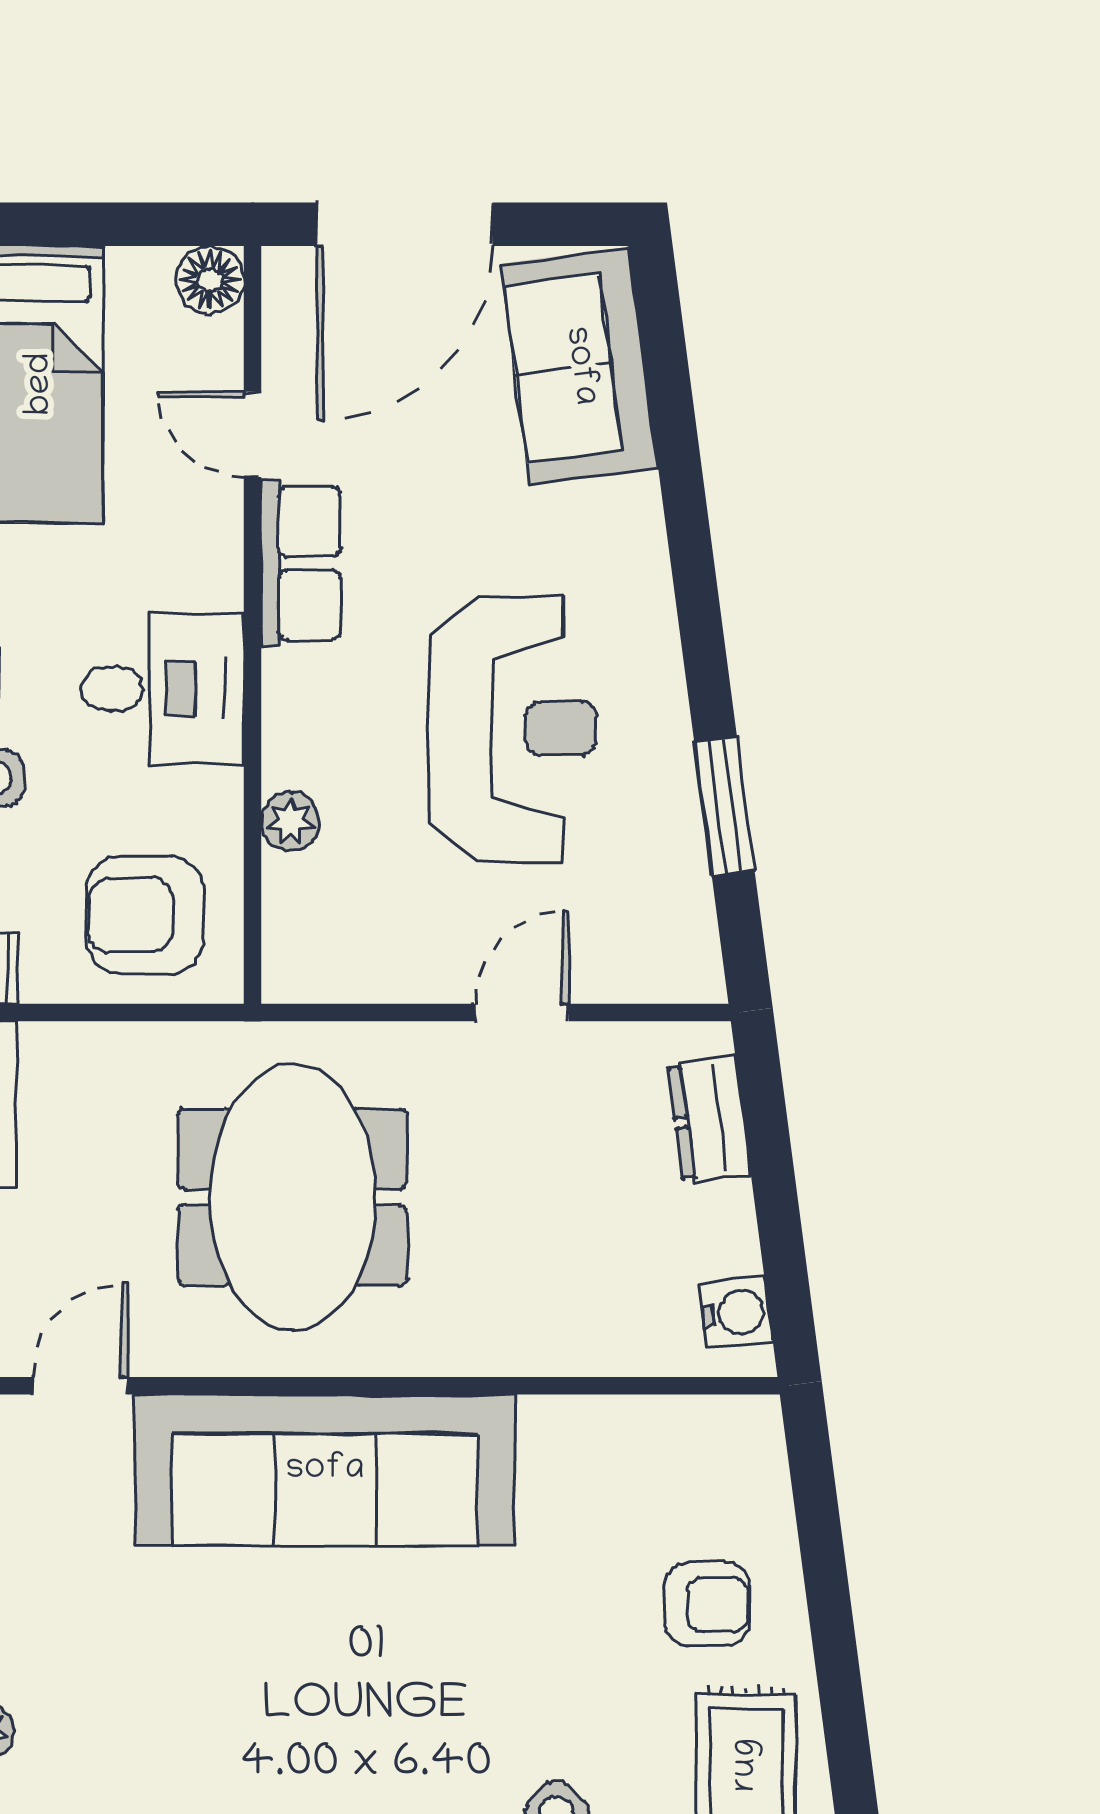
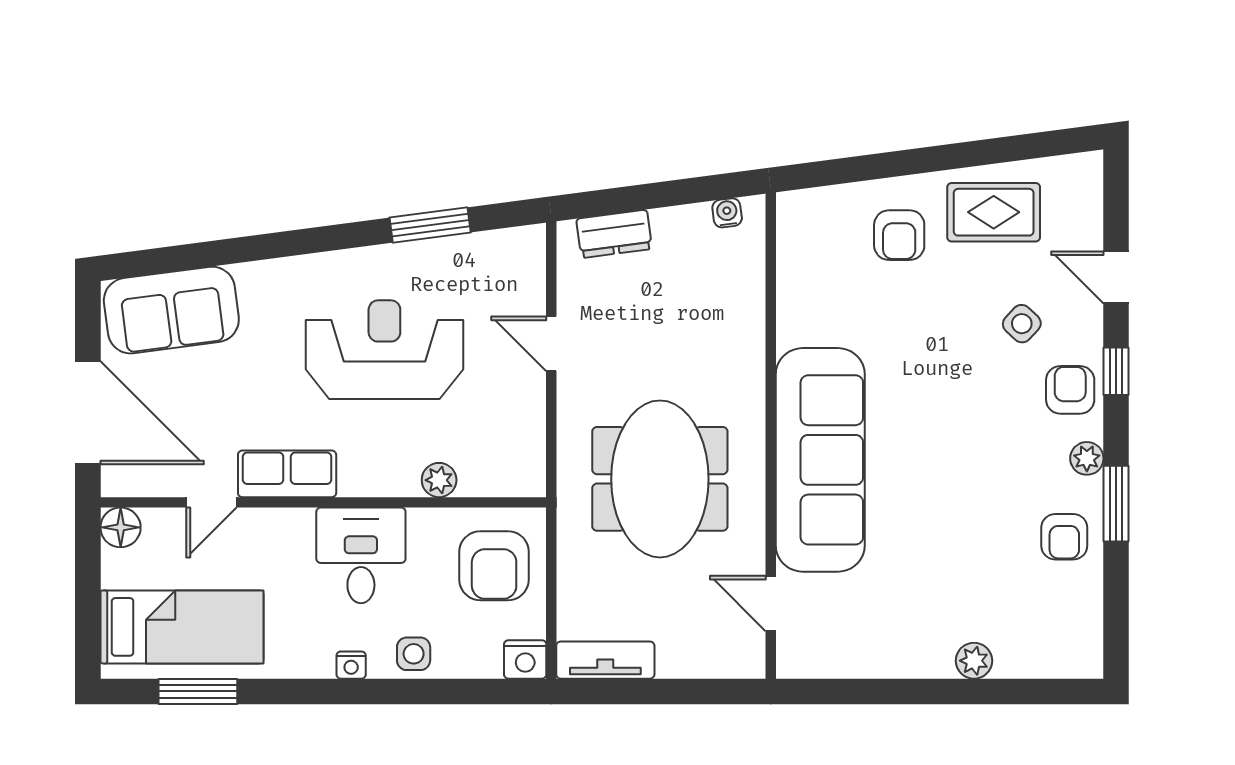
meeting table: (293, 1197) -> (660, 479), turned 90
water cooler: (736, 1313) -> (727, 213), width x0.72, depth x0.72
armchair: (707, 1604) -> (899, 235), turned 180

